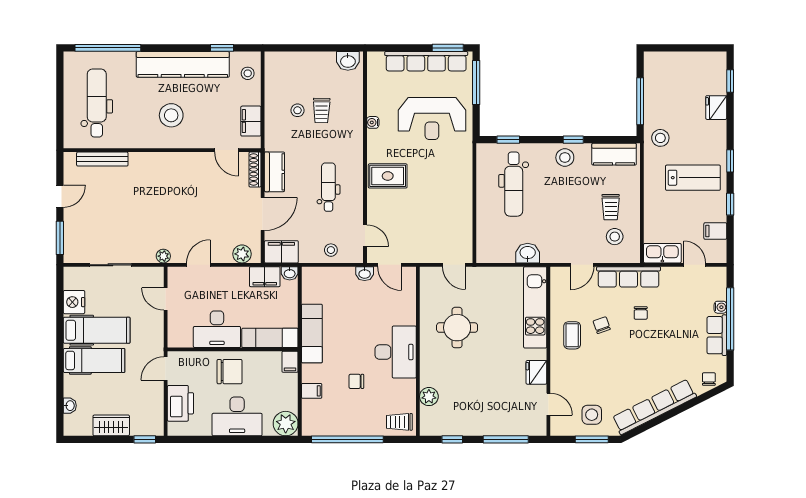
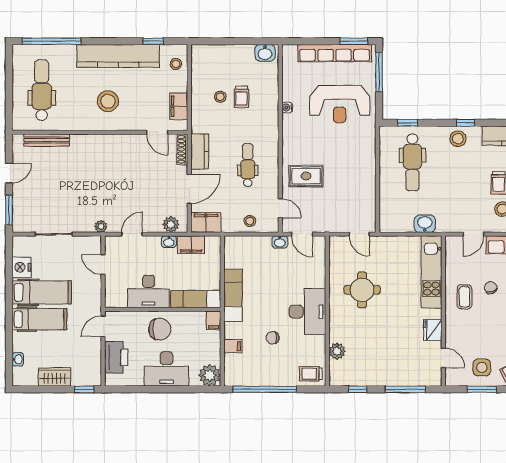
rug: (388, 176) -> (306, 176), moved
washbasin: (290, 273) -> (169, 242), moved

